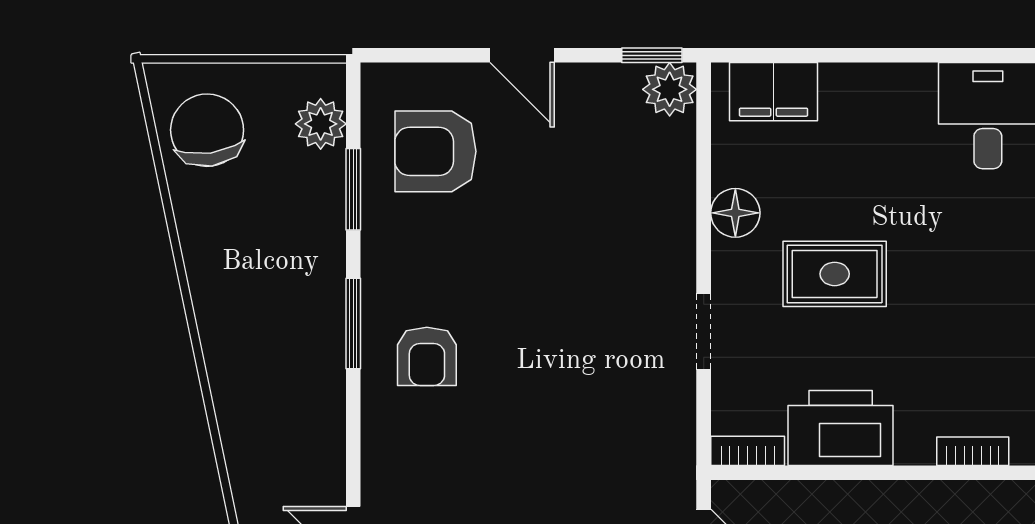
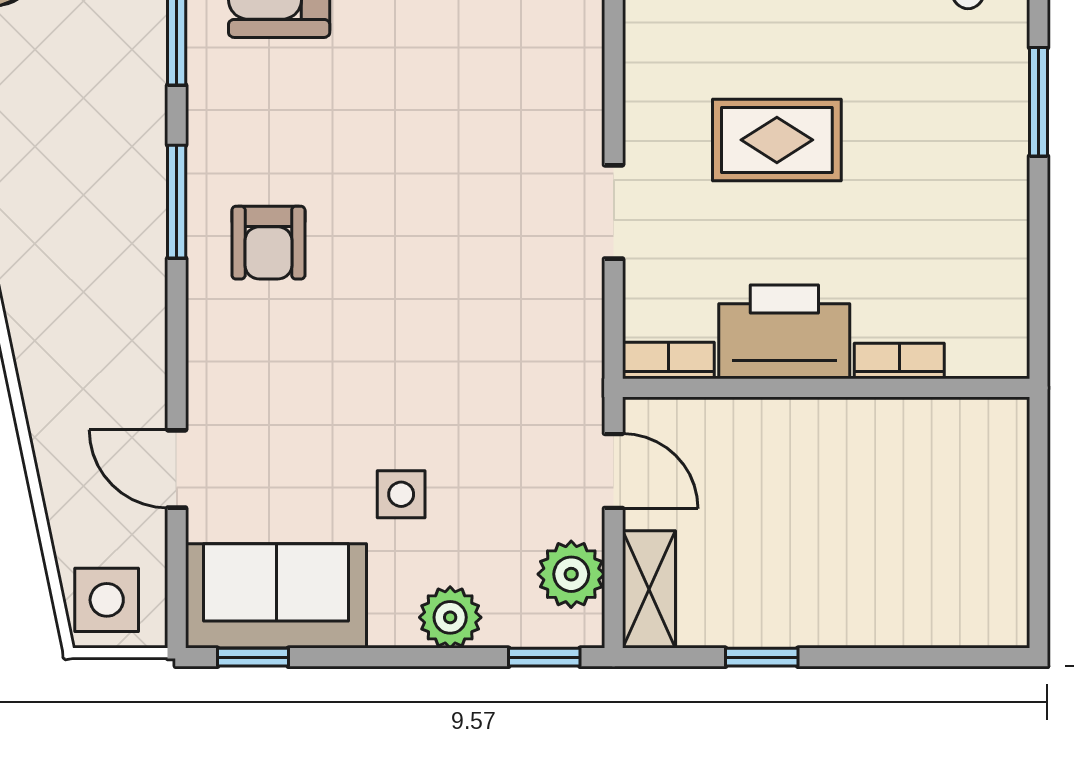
floor lamp: (735, 213) -> (653, 64), removed
bookcase: (973, 451) -> (899, 361), moved

